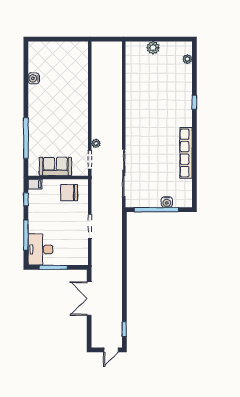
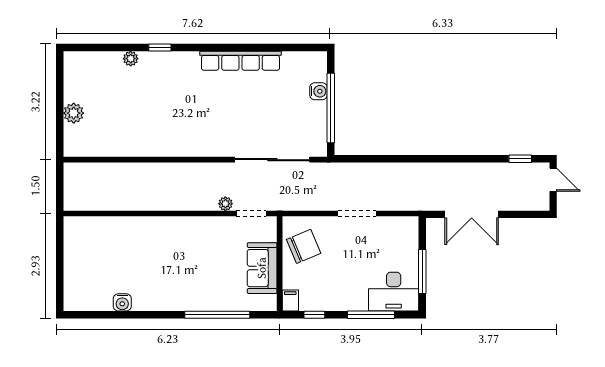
plant: (187, 59) -> (131, 59), moved
chair: (69, 193) -> (304, 246), turned -113

